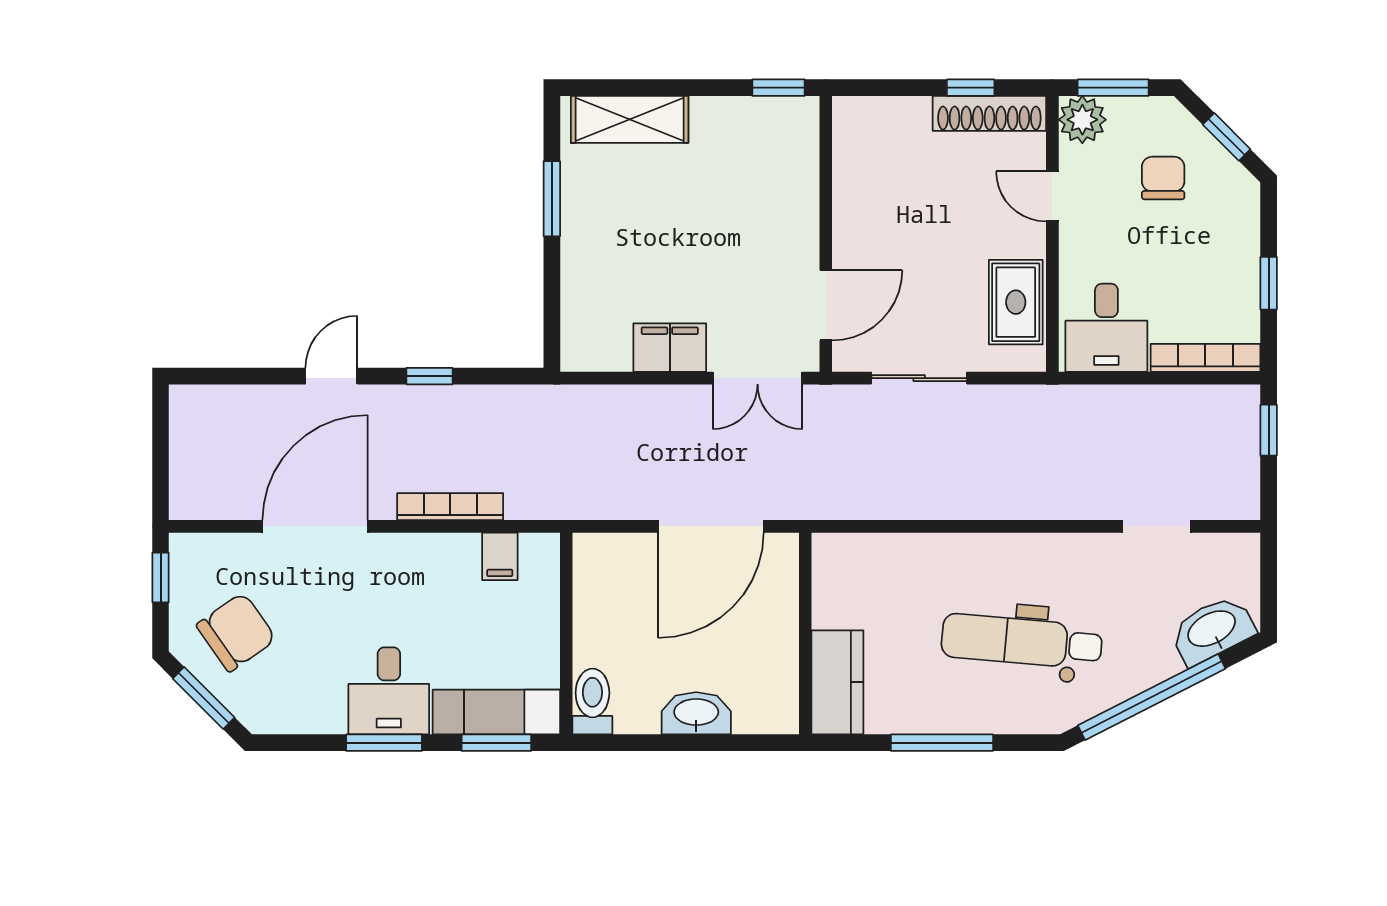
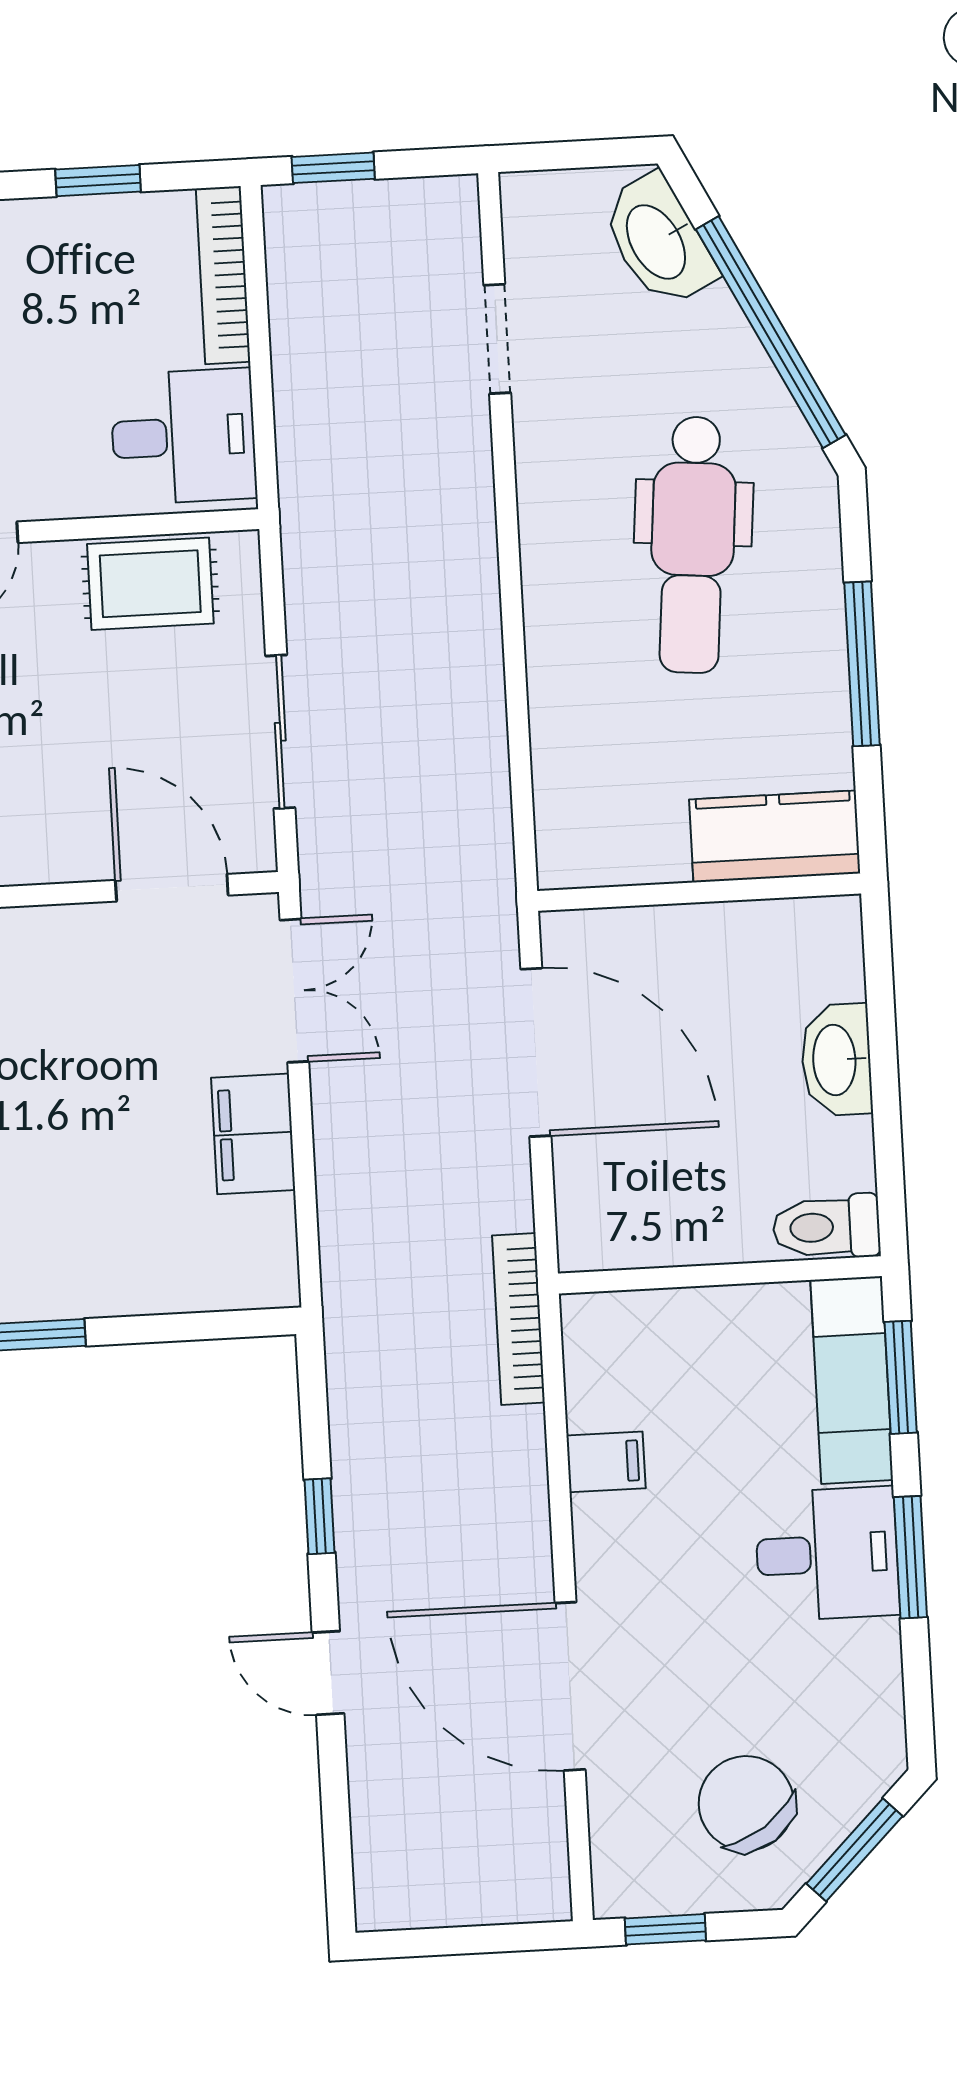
bookcase: (450, 507) -> (519, 1319), moved
filing cabinet: (500, 556) -> (606, 1462), moved

